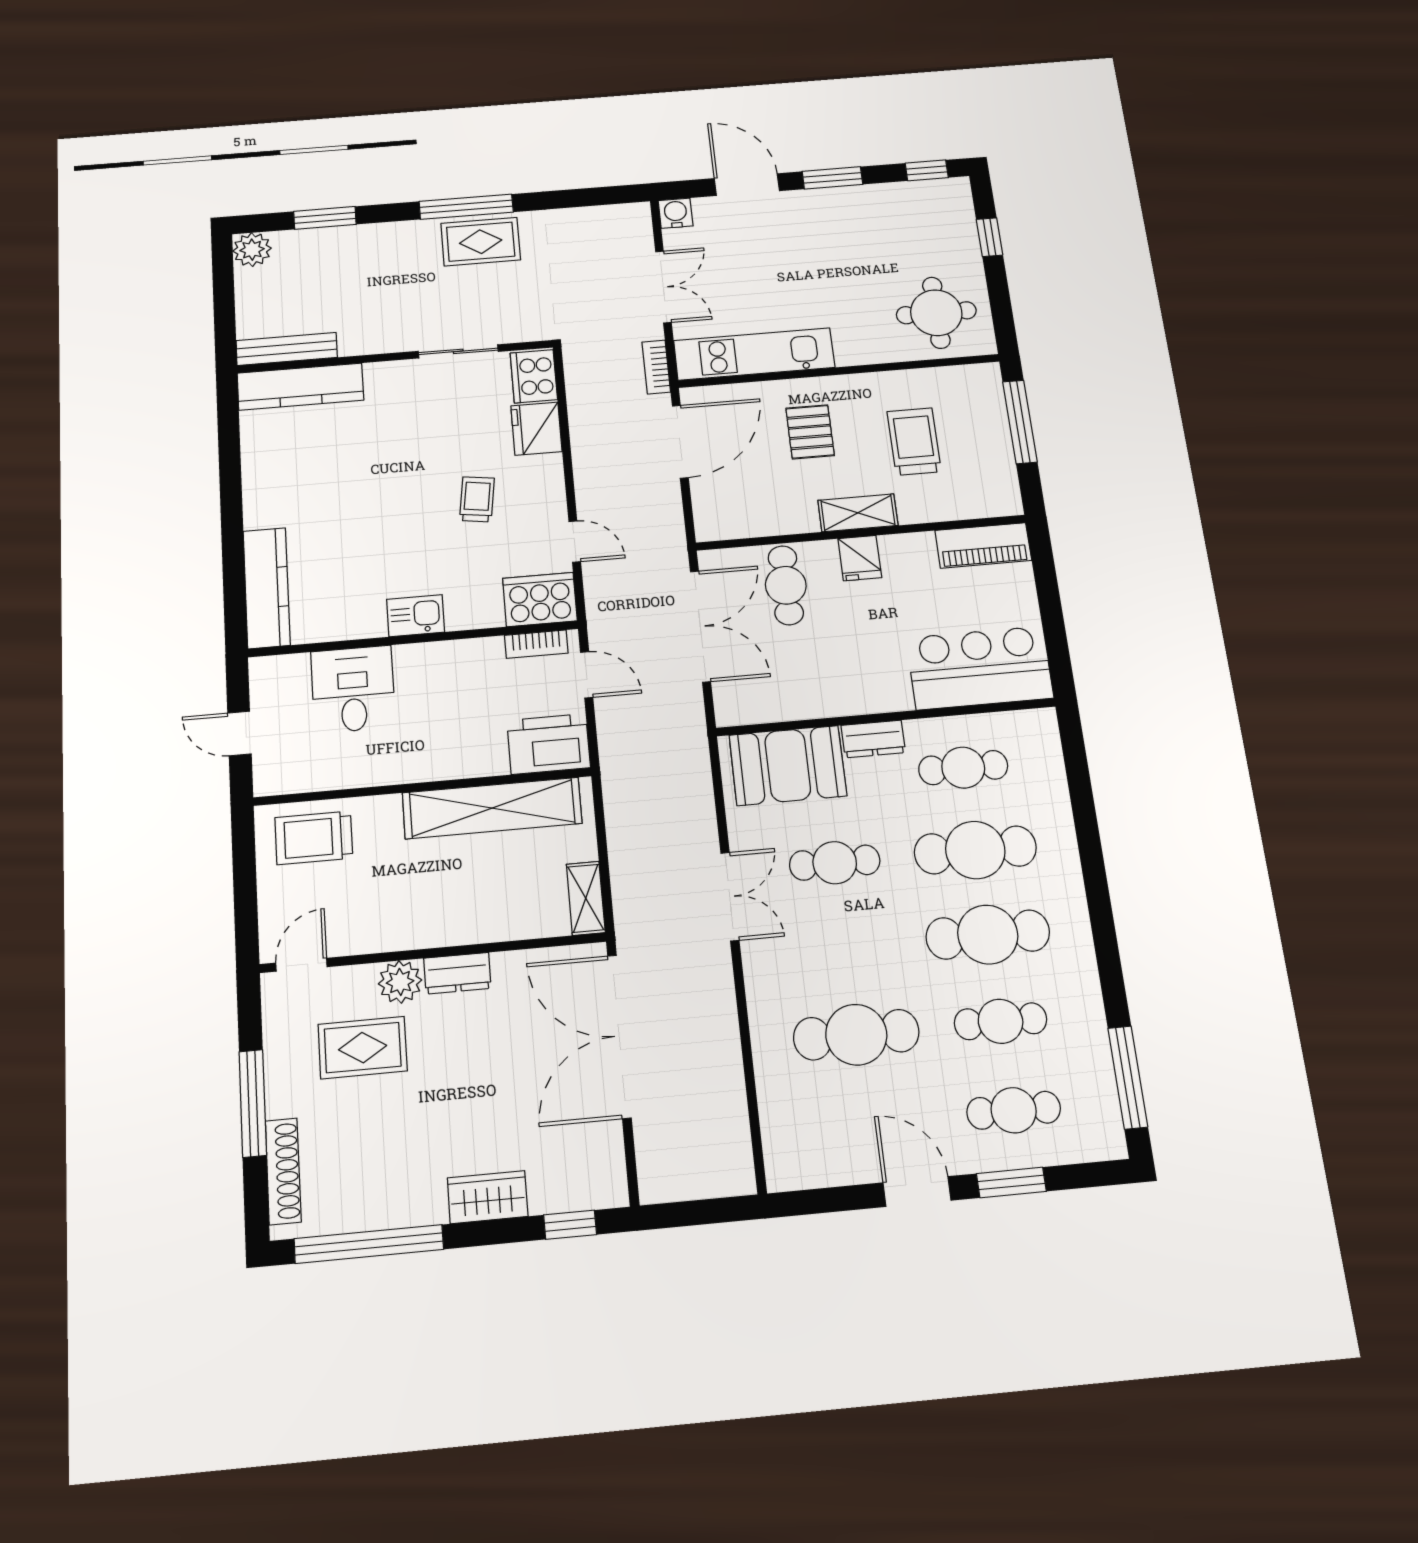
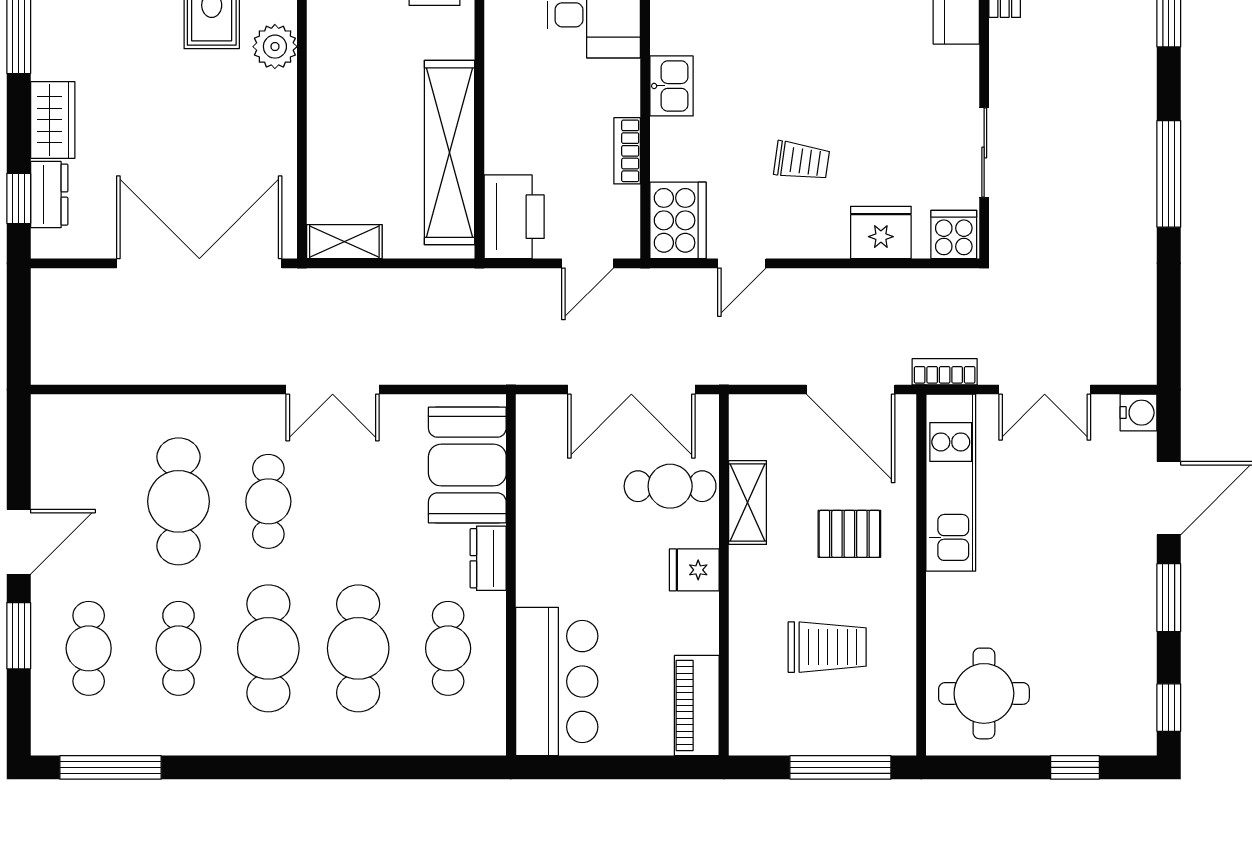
rug: (481, 242) -> (1122, 187), removed
cooker: (534, 376) -> (954, 234), width x0.73
shelving: (858, 513) -> (748, 502), moved
bookcase: (536, 644) -> (627, 151), moved
cafe table: (835, 863) -> (268, 501), moved
dresser: (457, 973) -> (49, 195), moved, turned 180

